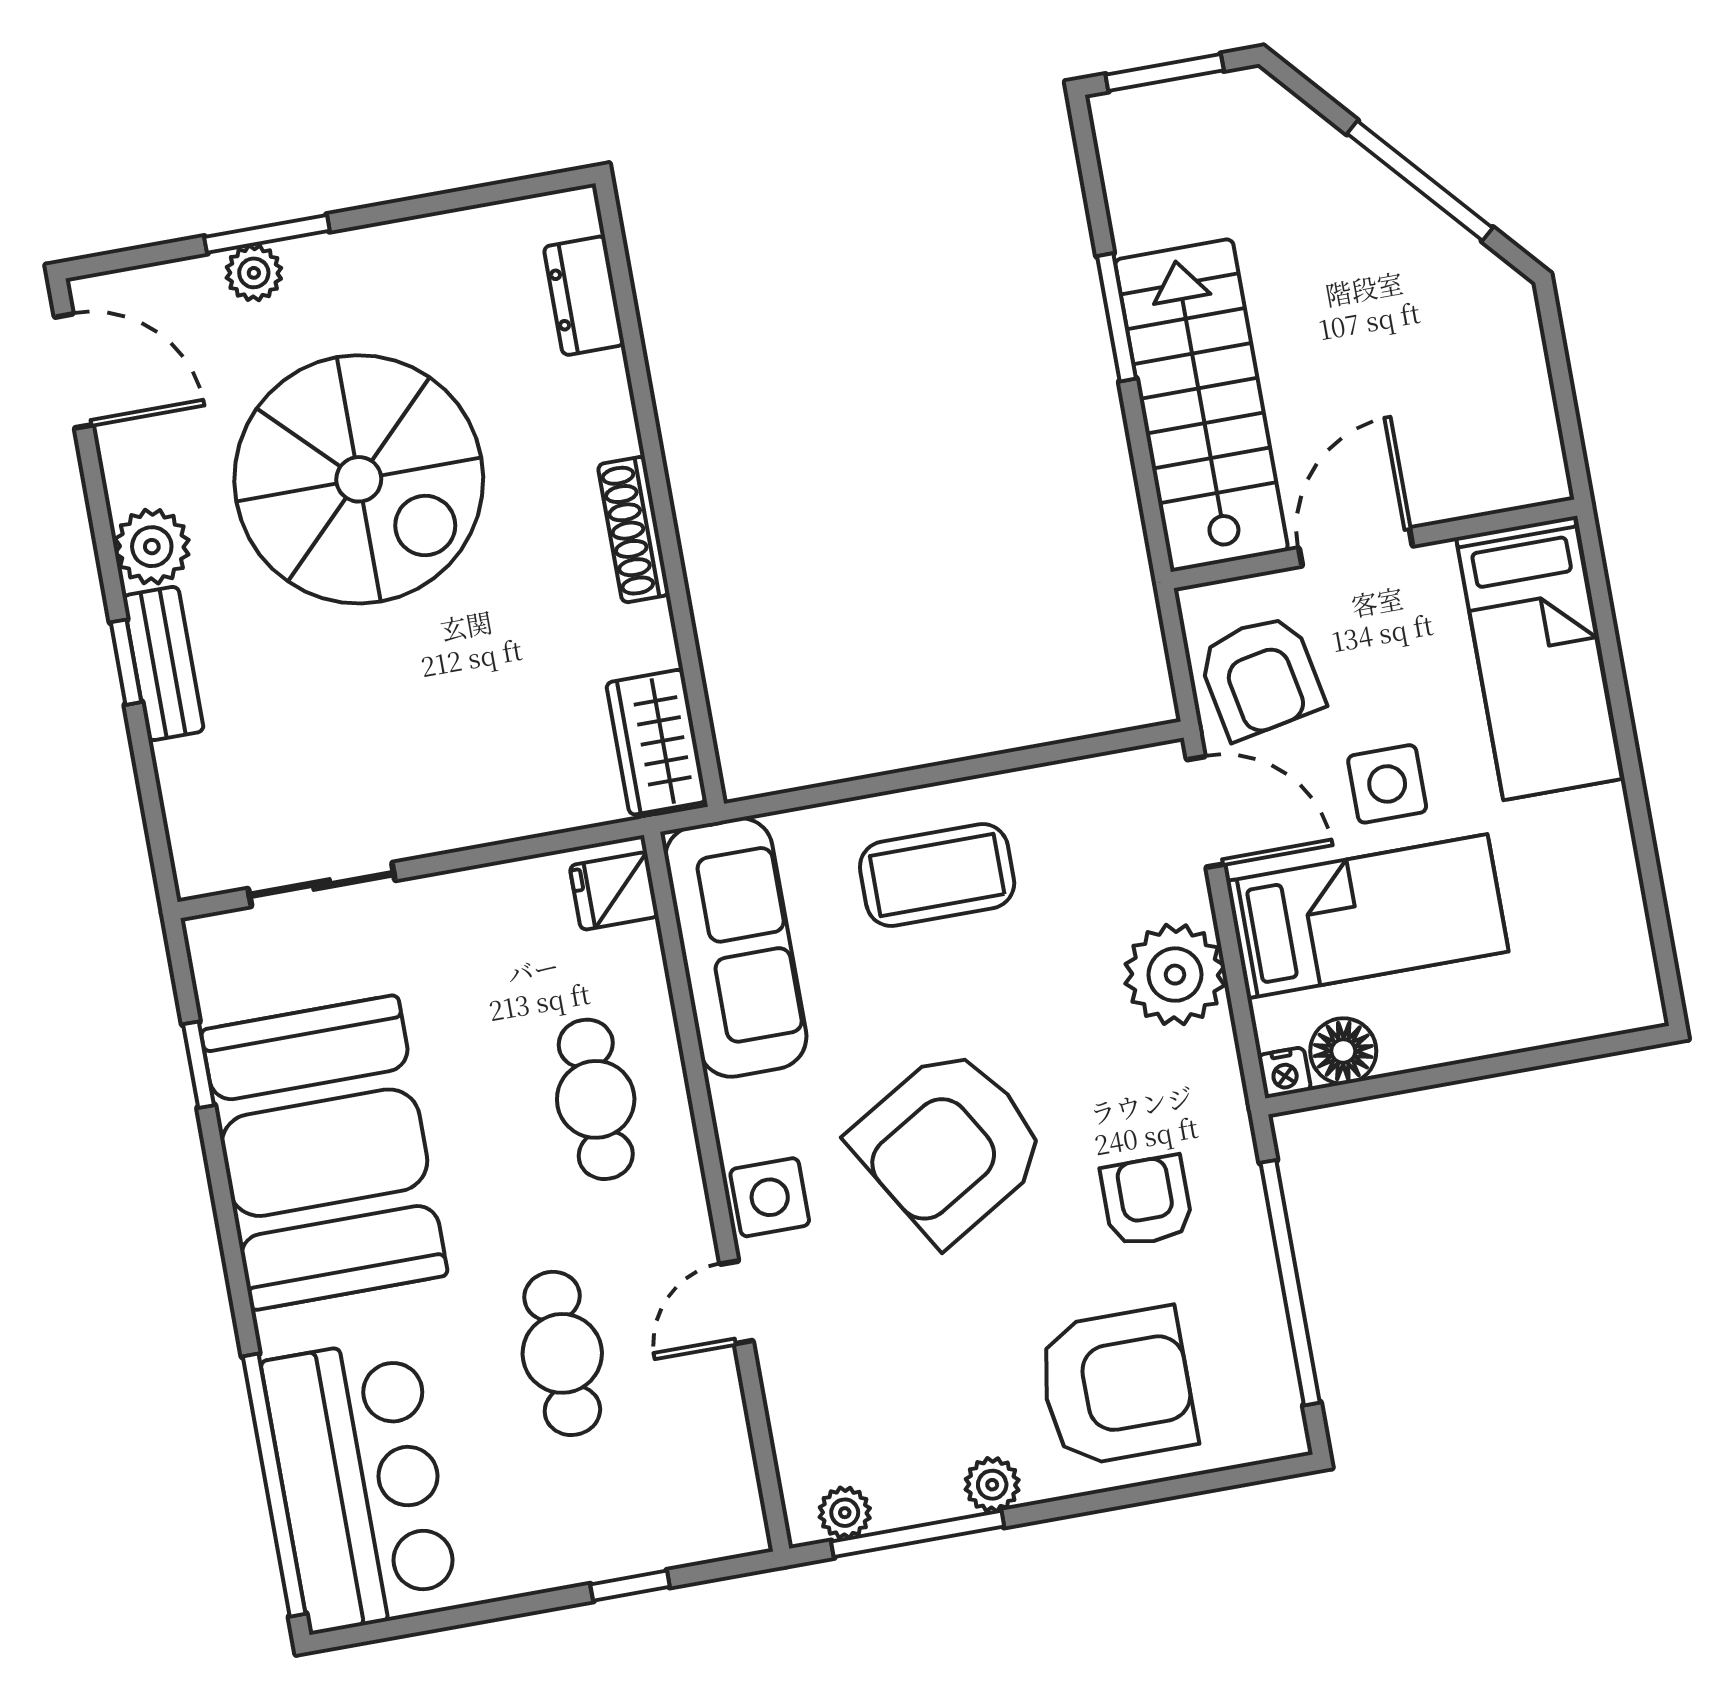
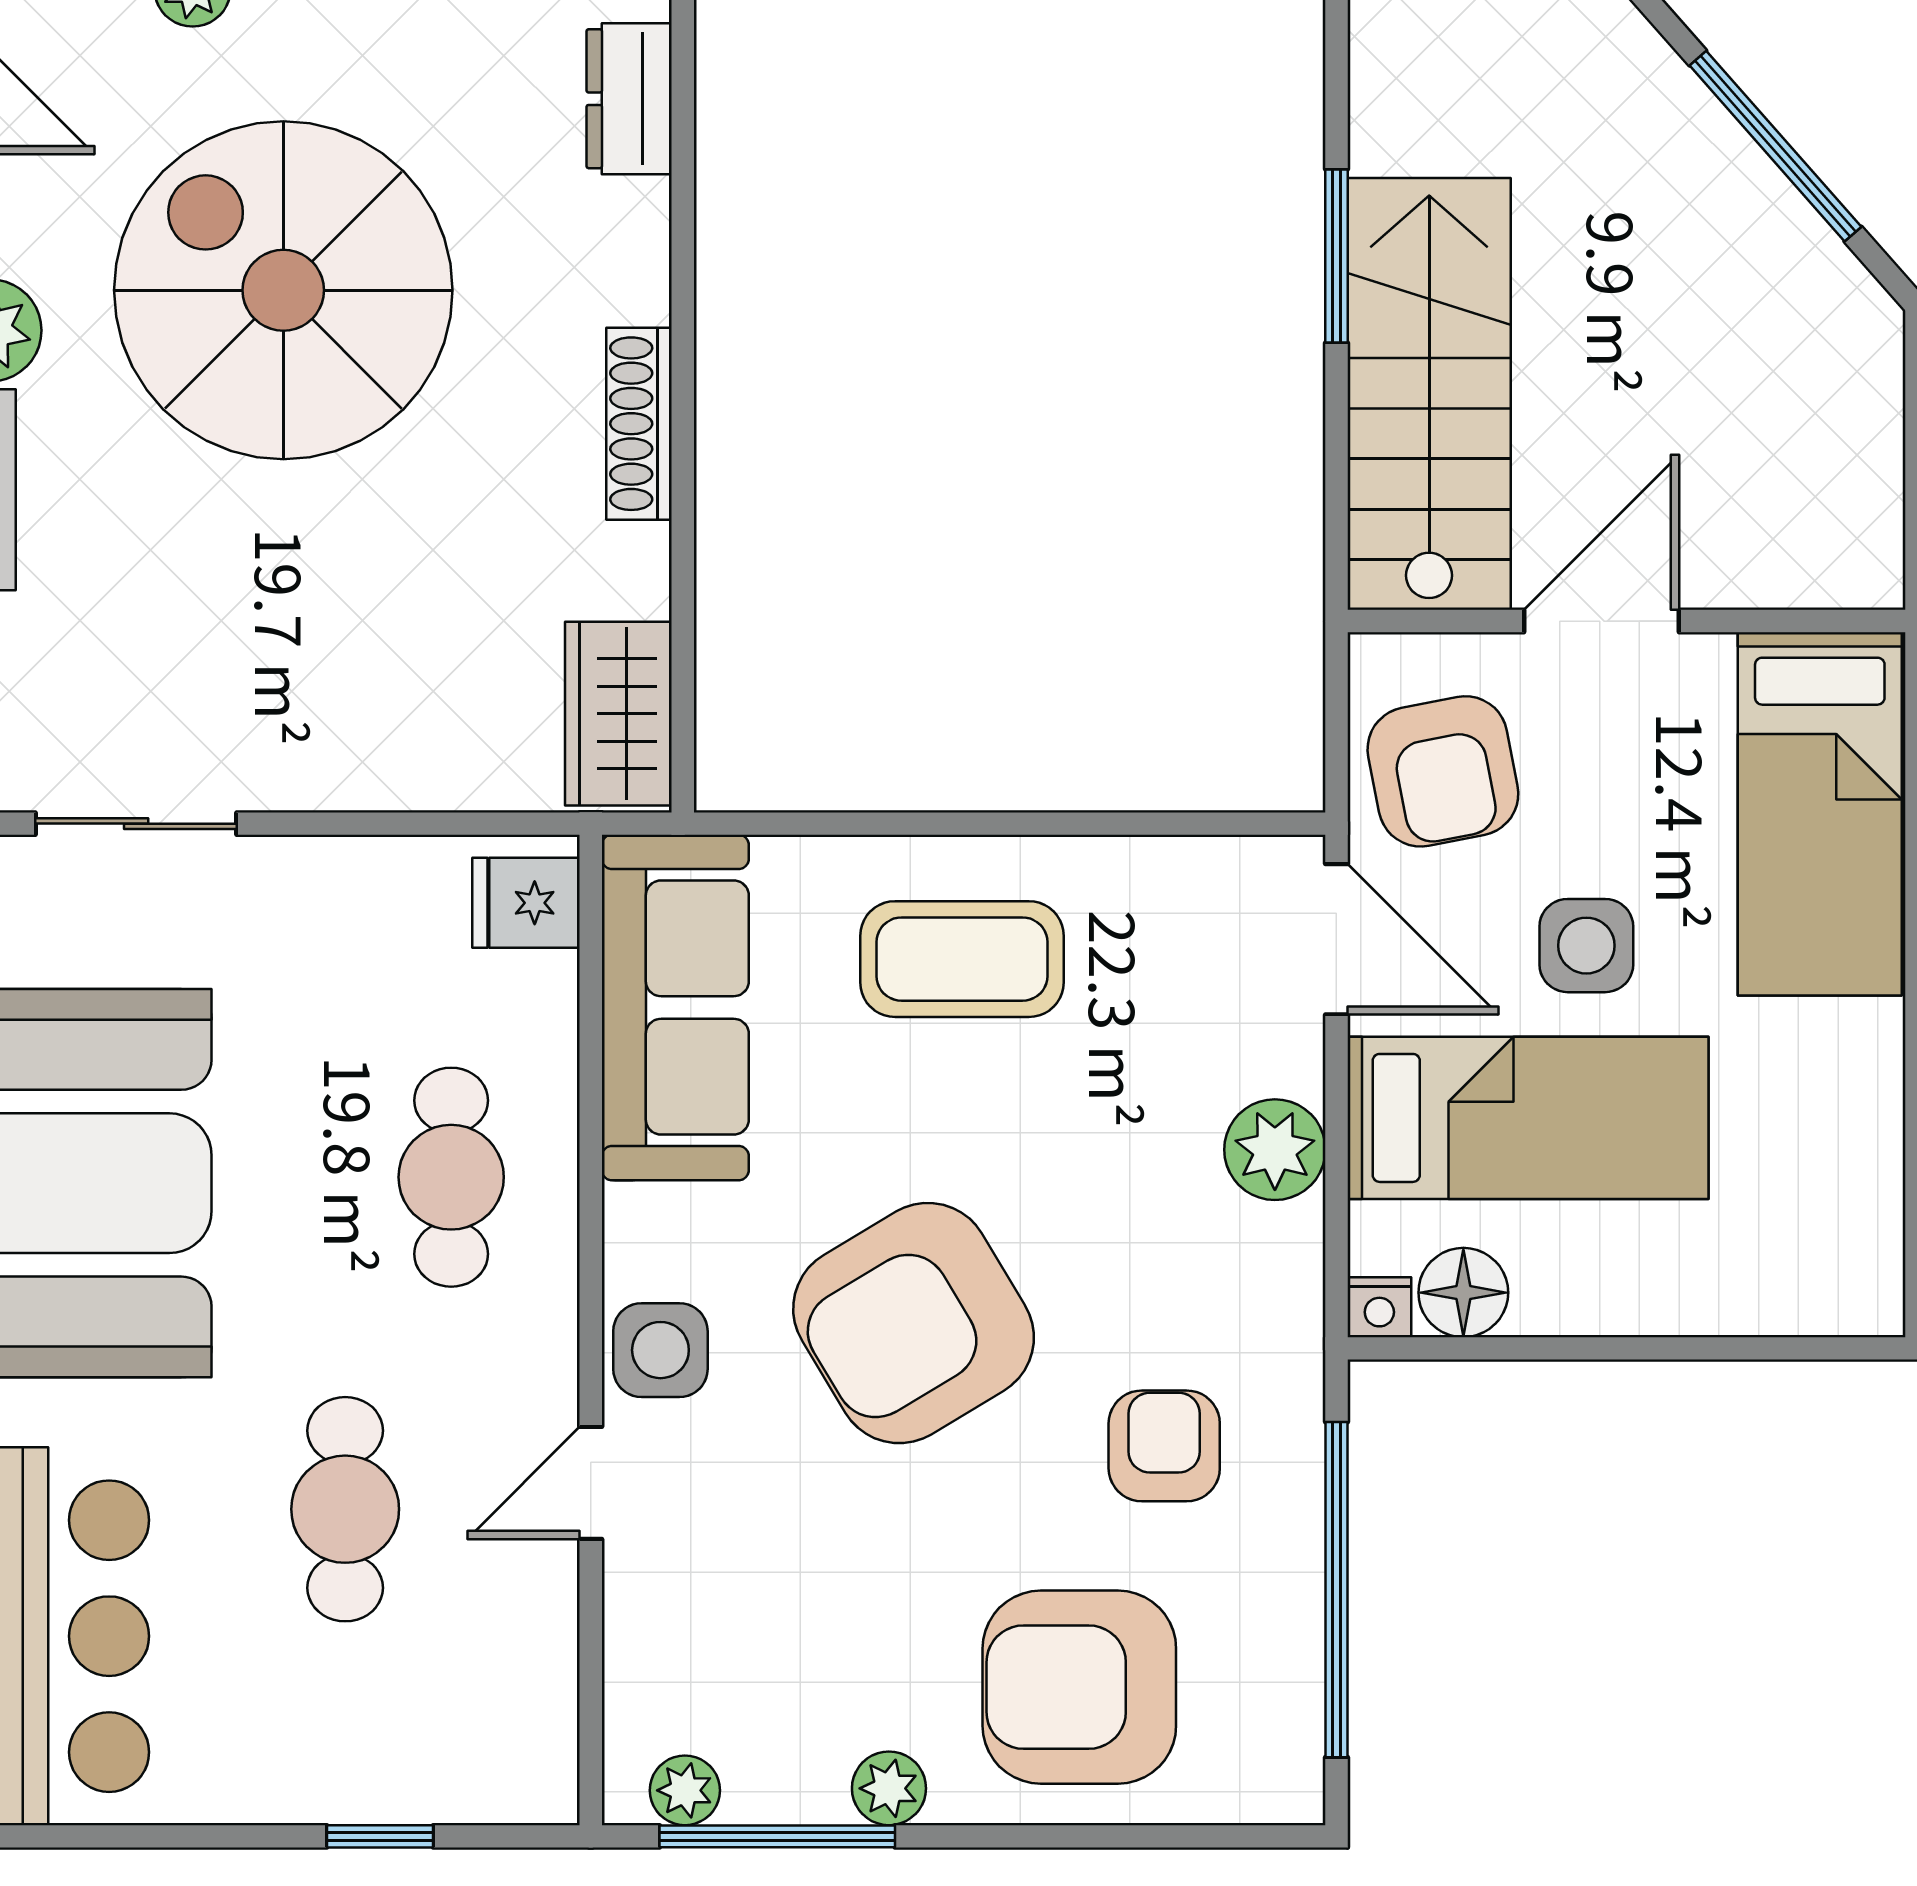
spiral stairs: (359, 479) -> (283, 290), turned 180
plant: (1175, 975) -> (1275, 1150), width x0.73, depth x0.73
armchair: (1117, 1387) -> (1079, 1687), turned 180

